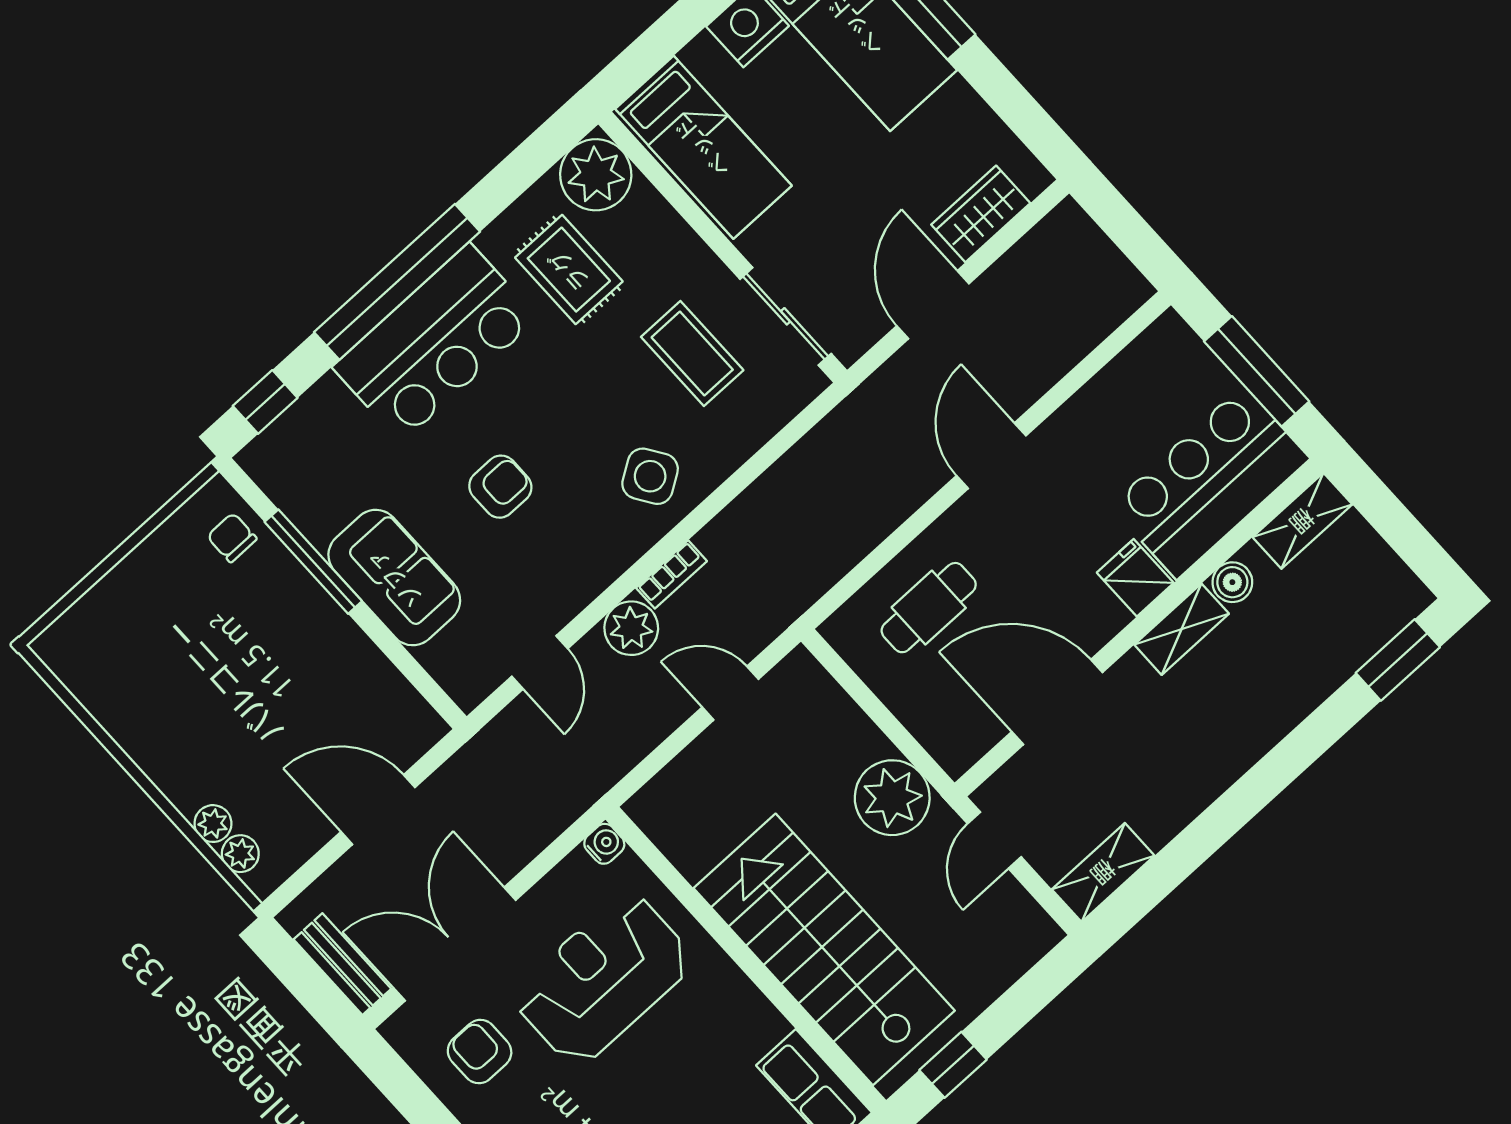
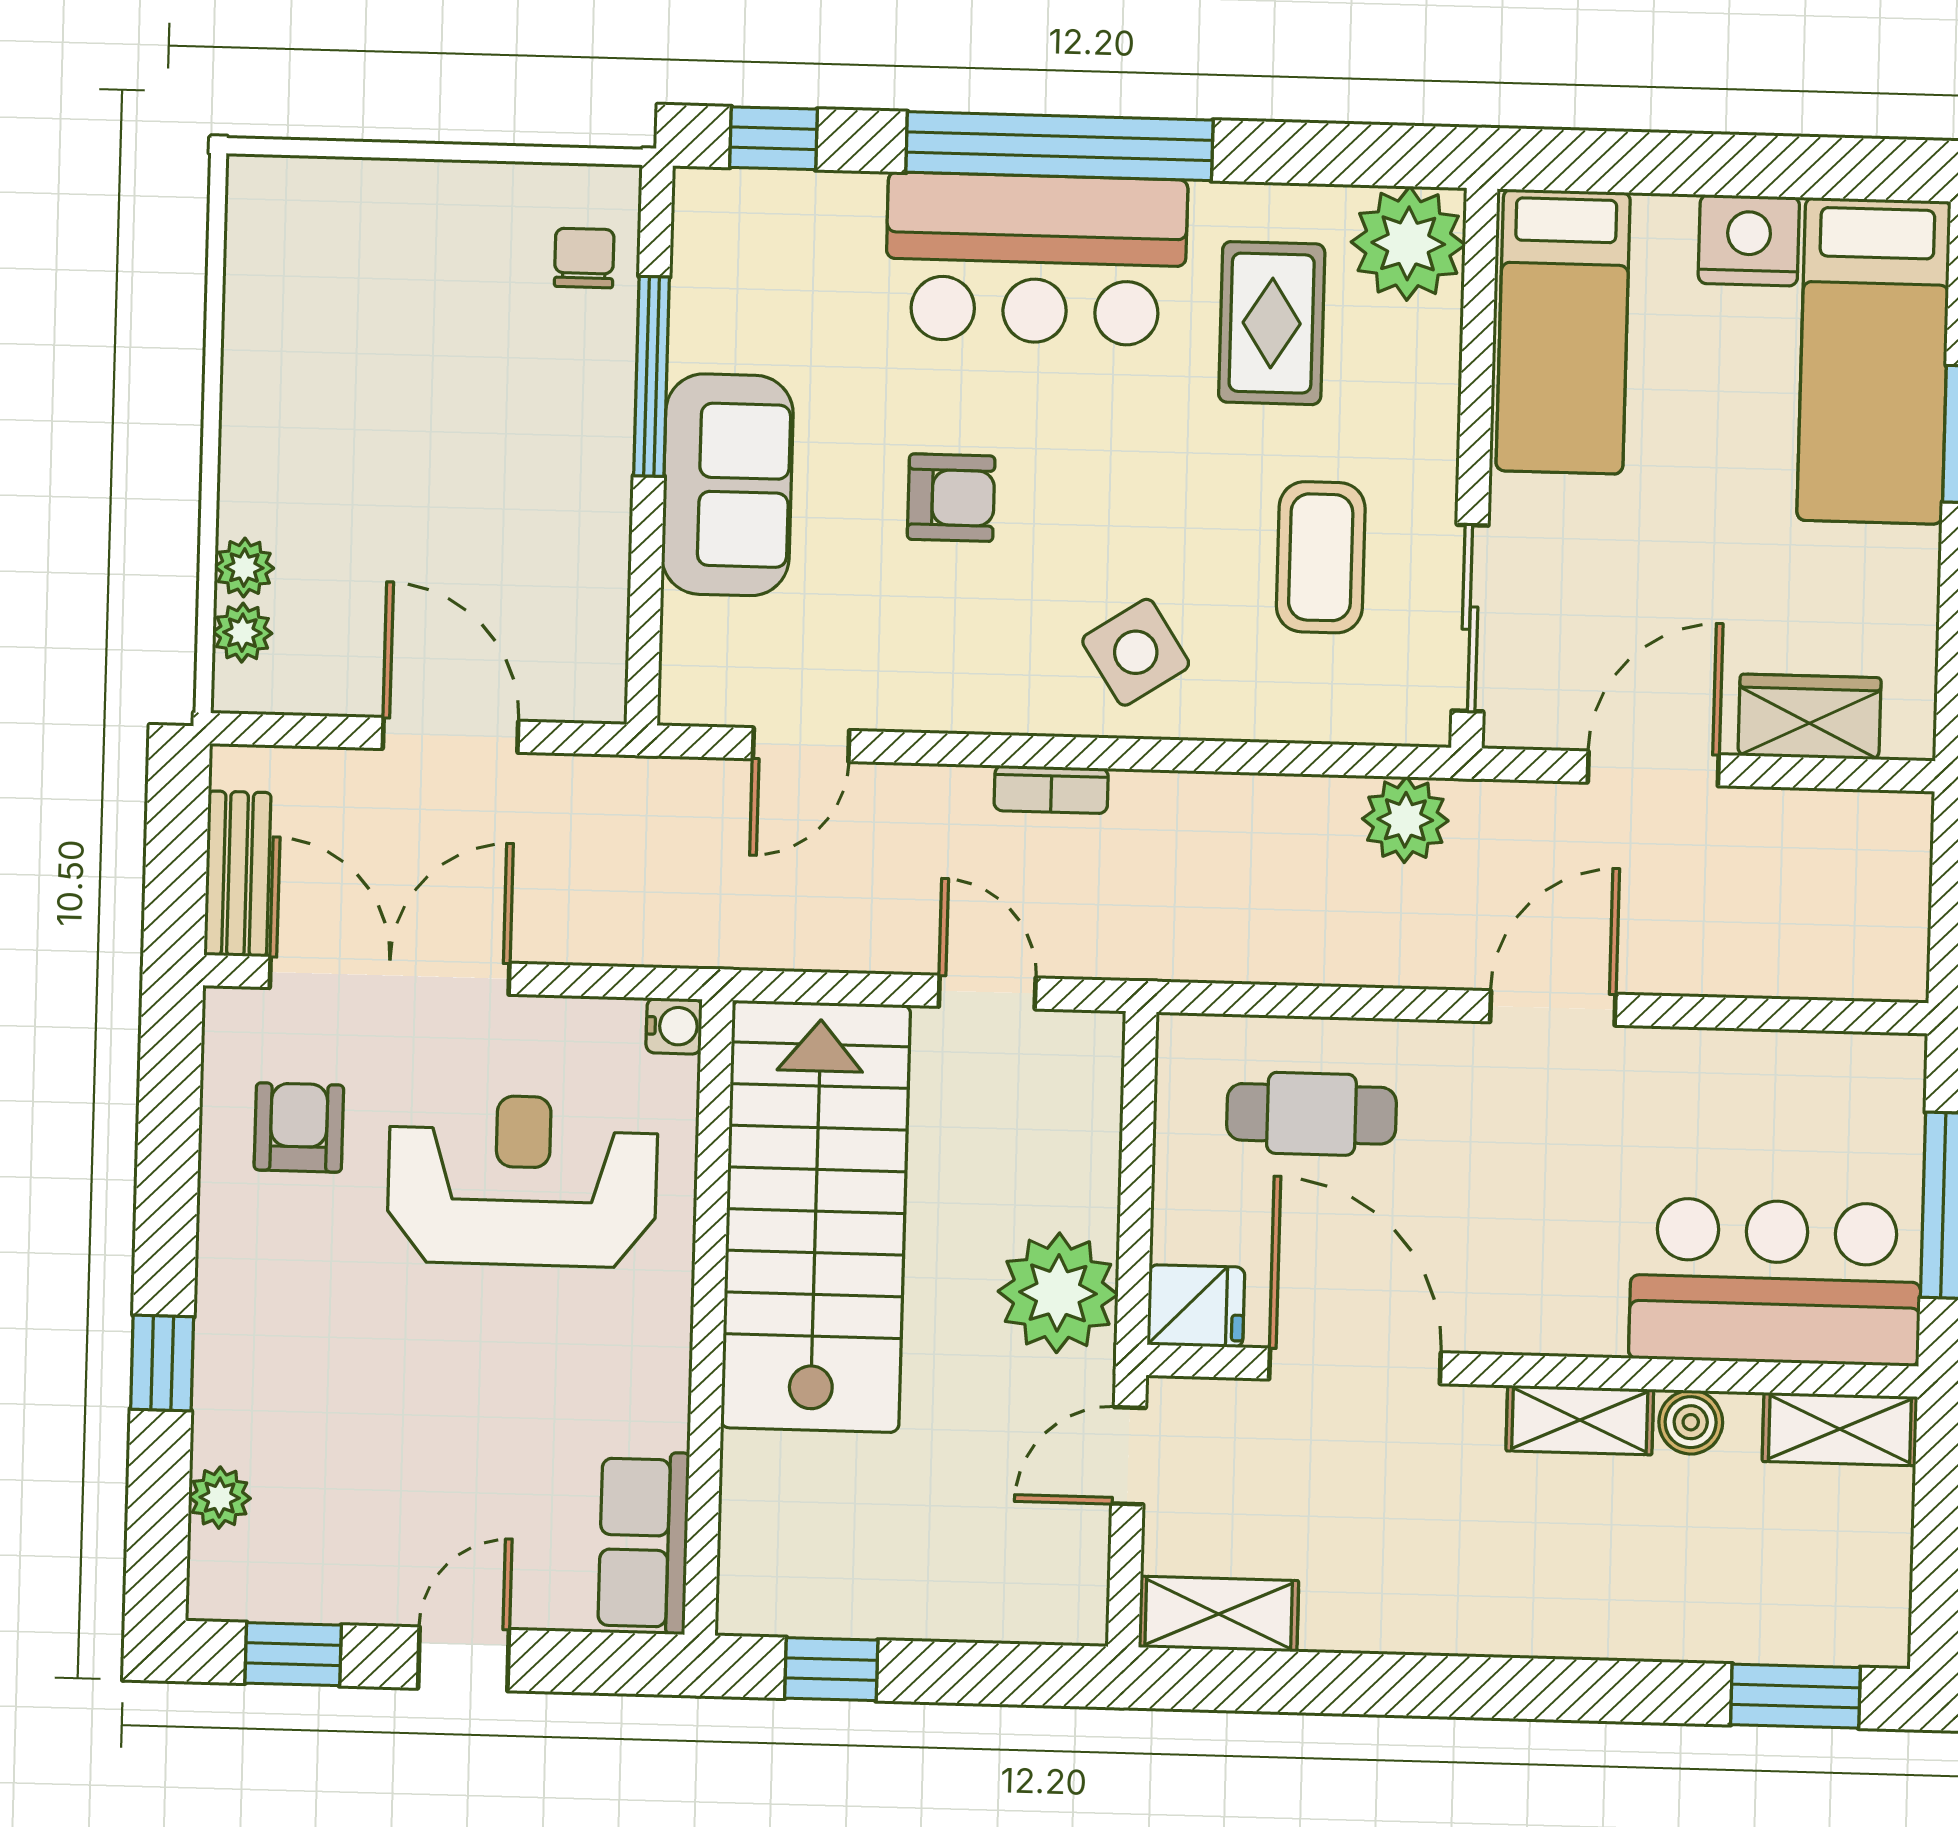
fridge: (1135, 578) -> (1196, 1306), moved, turned 90
plant: (631, 628) -> (1405, 820), moved
stairs: (824, 949) -> (816, 1216), moved

